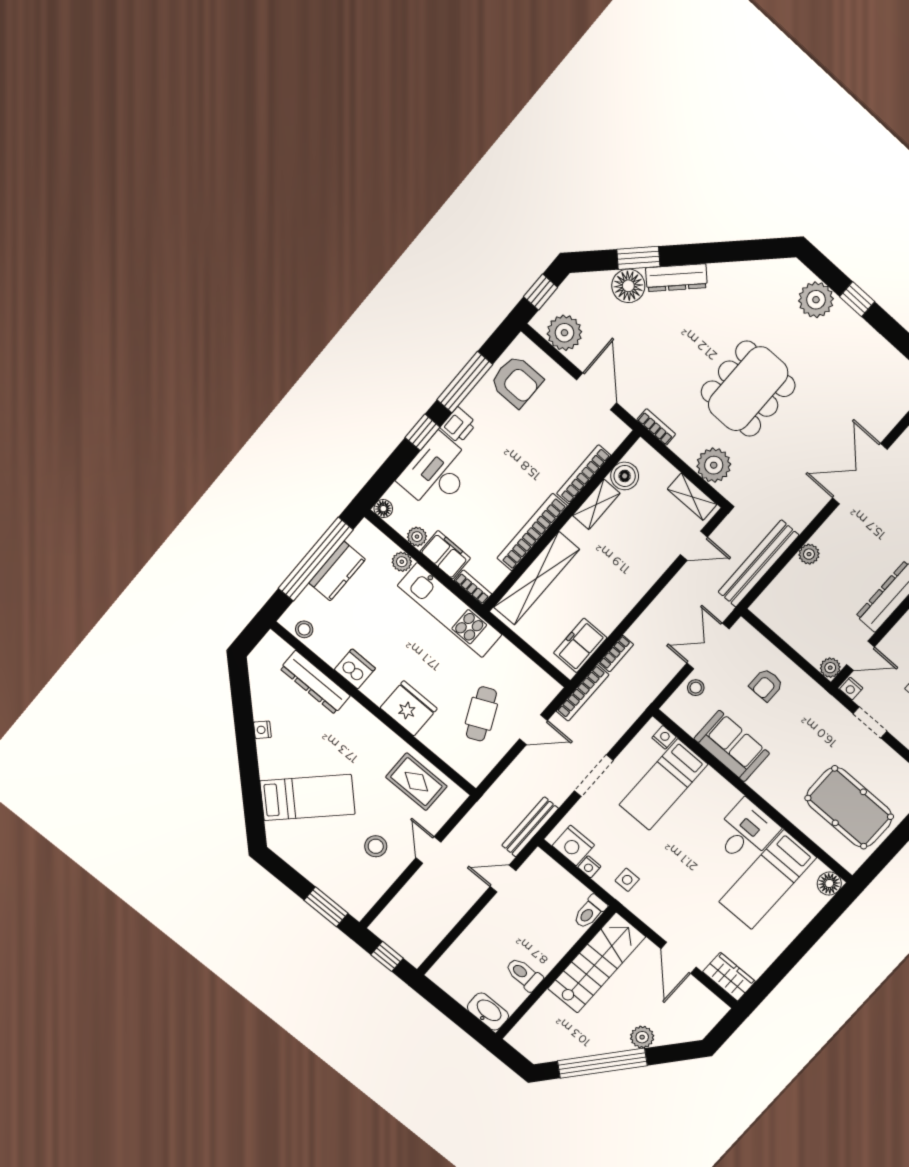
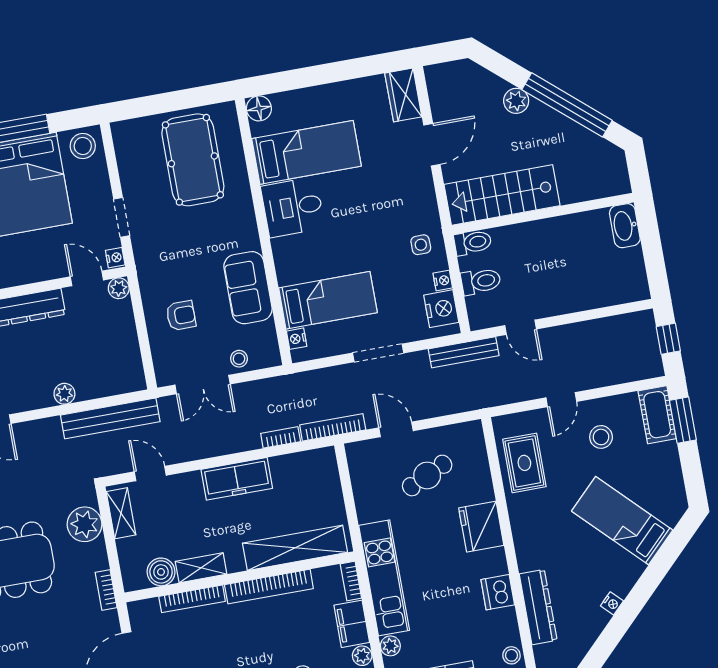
freezer: (580, 645) -> (237, 479), moved, width x1.40
cot: (348, 895) -> (657, 415), added
toilet: (524, 974) -> (481, 281), moved, turned -90

